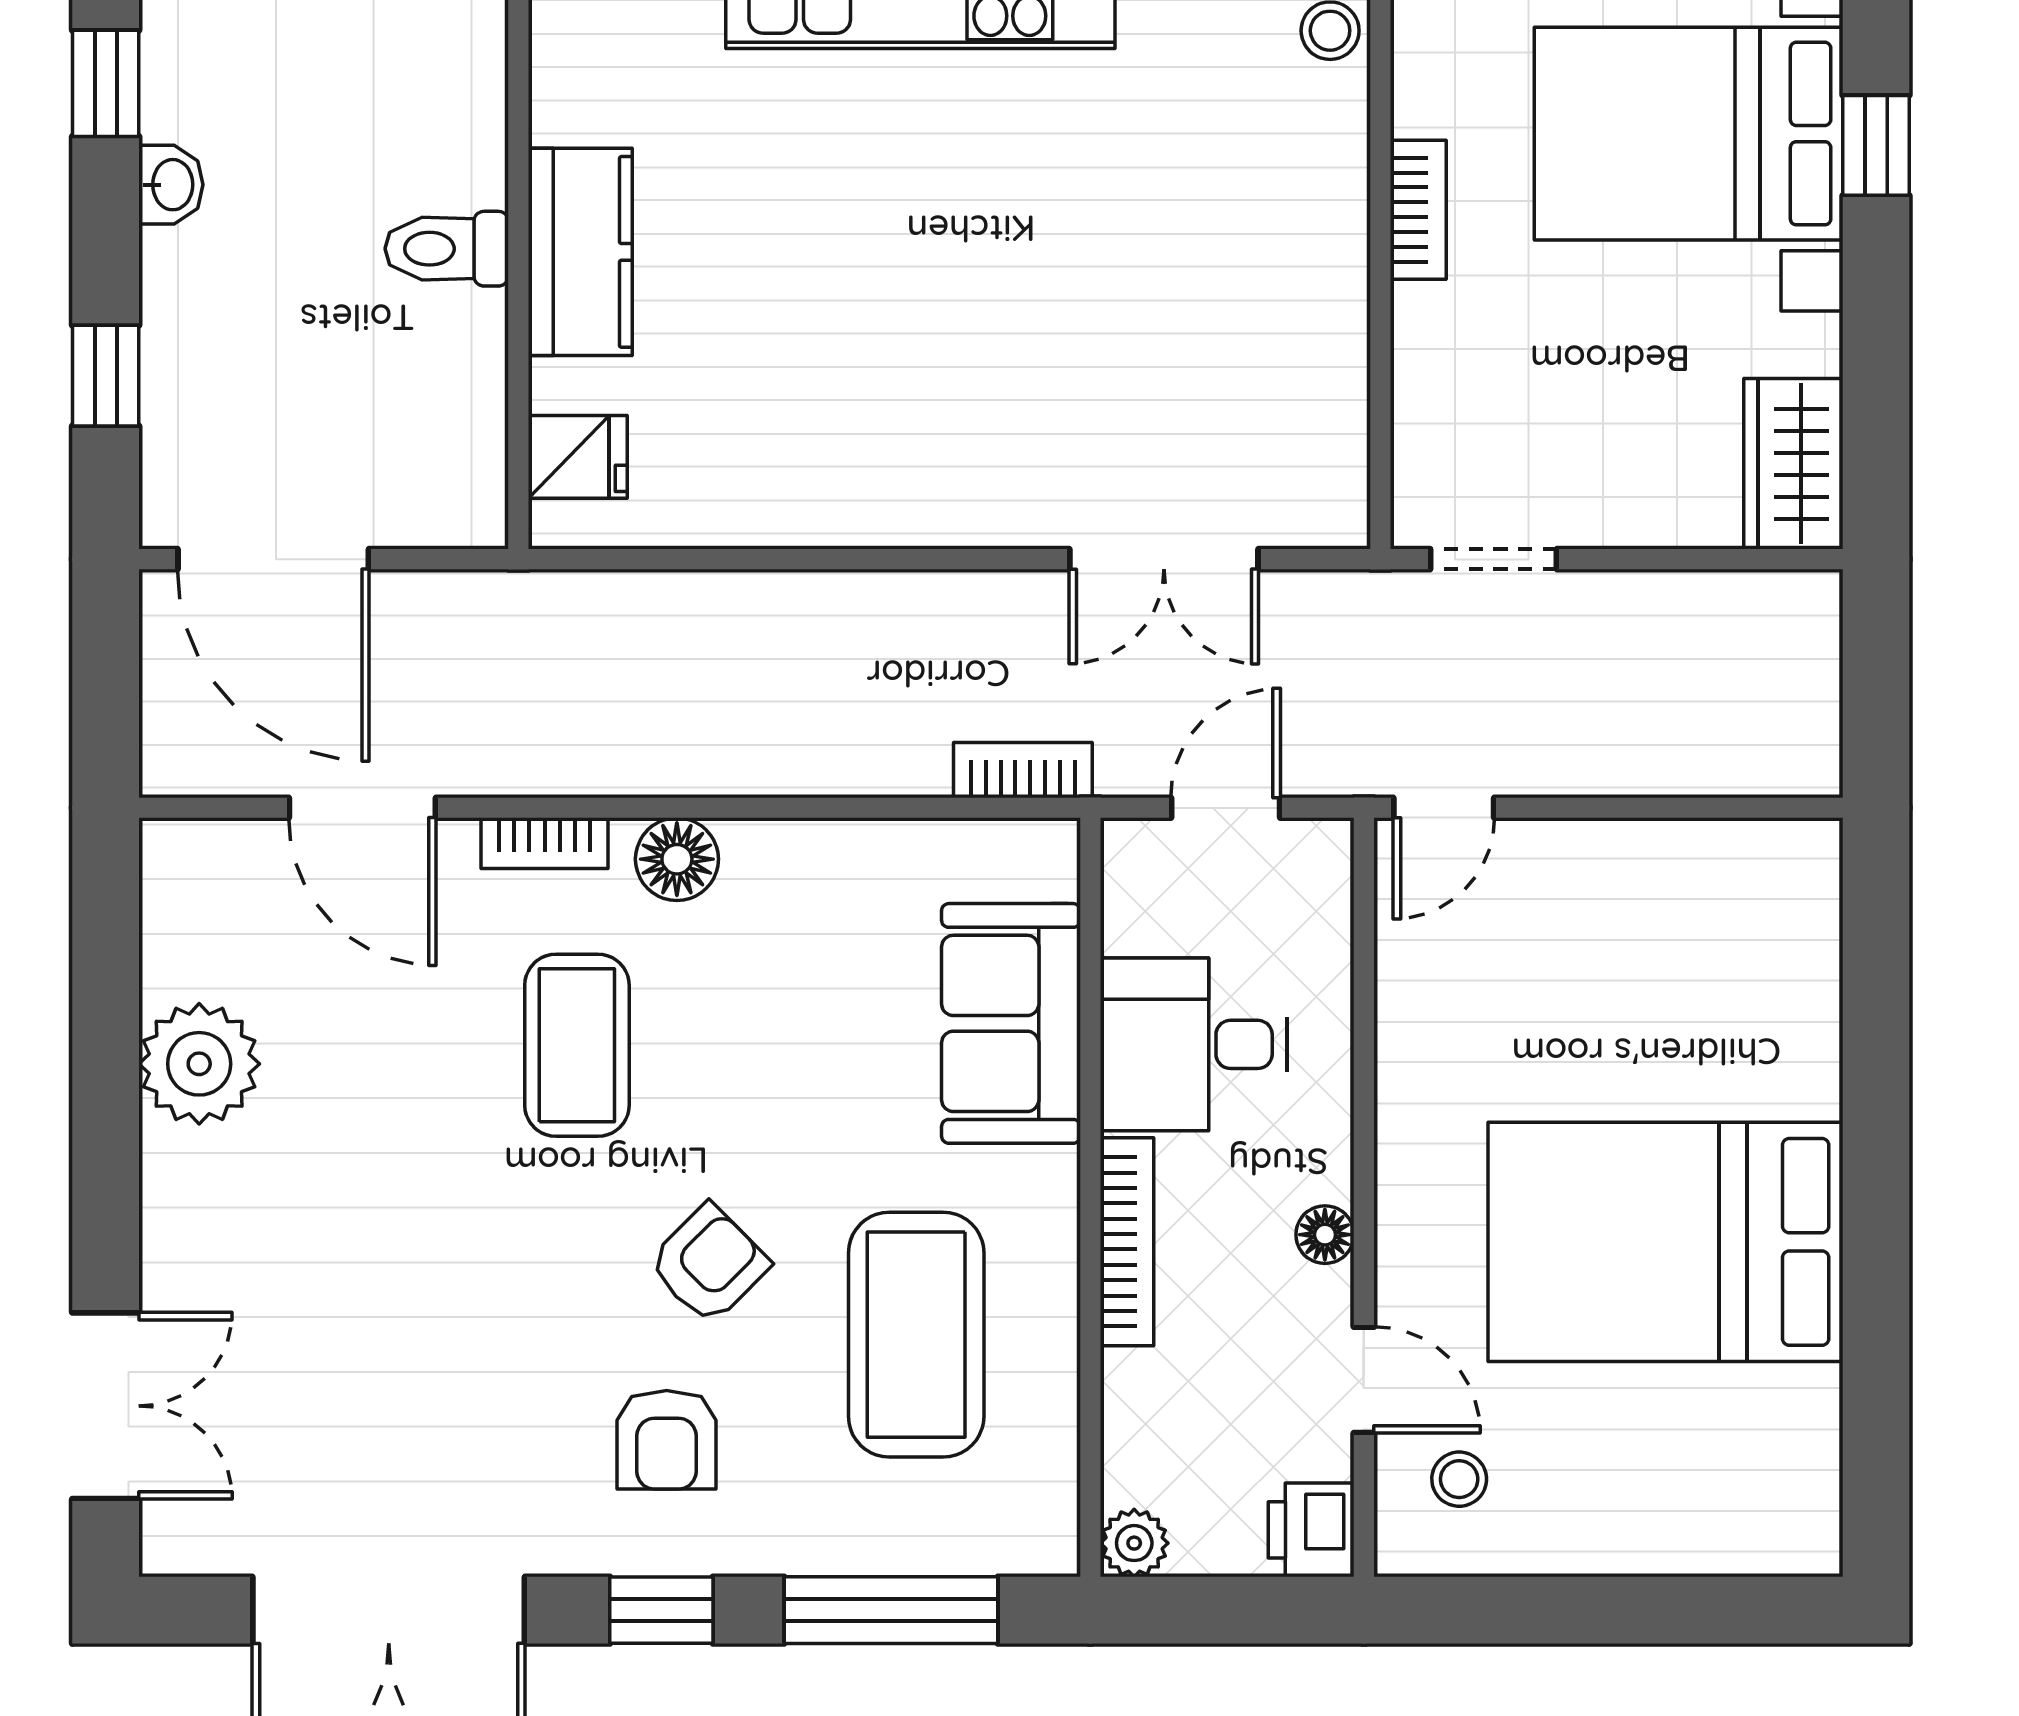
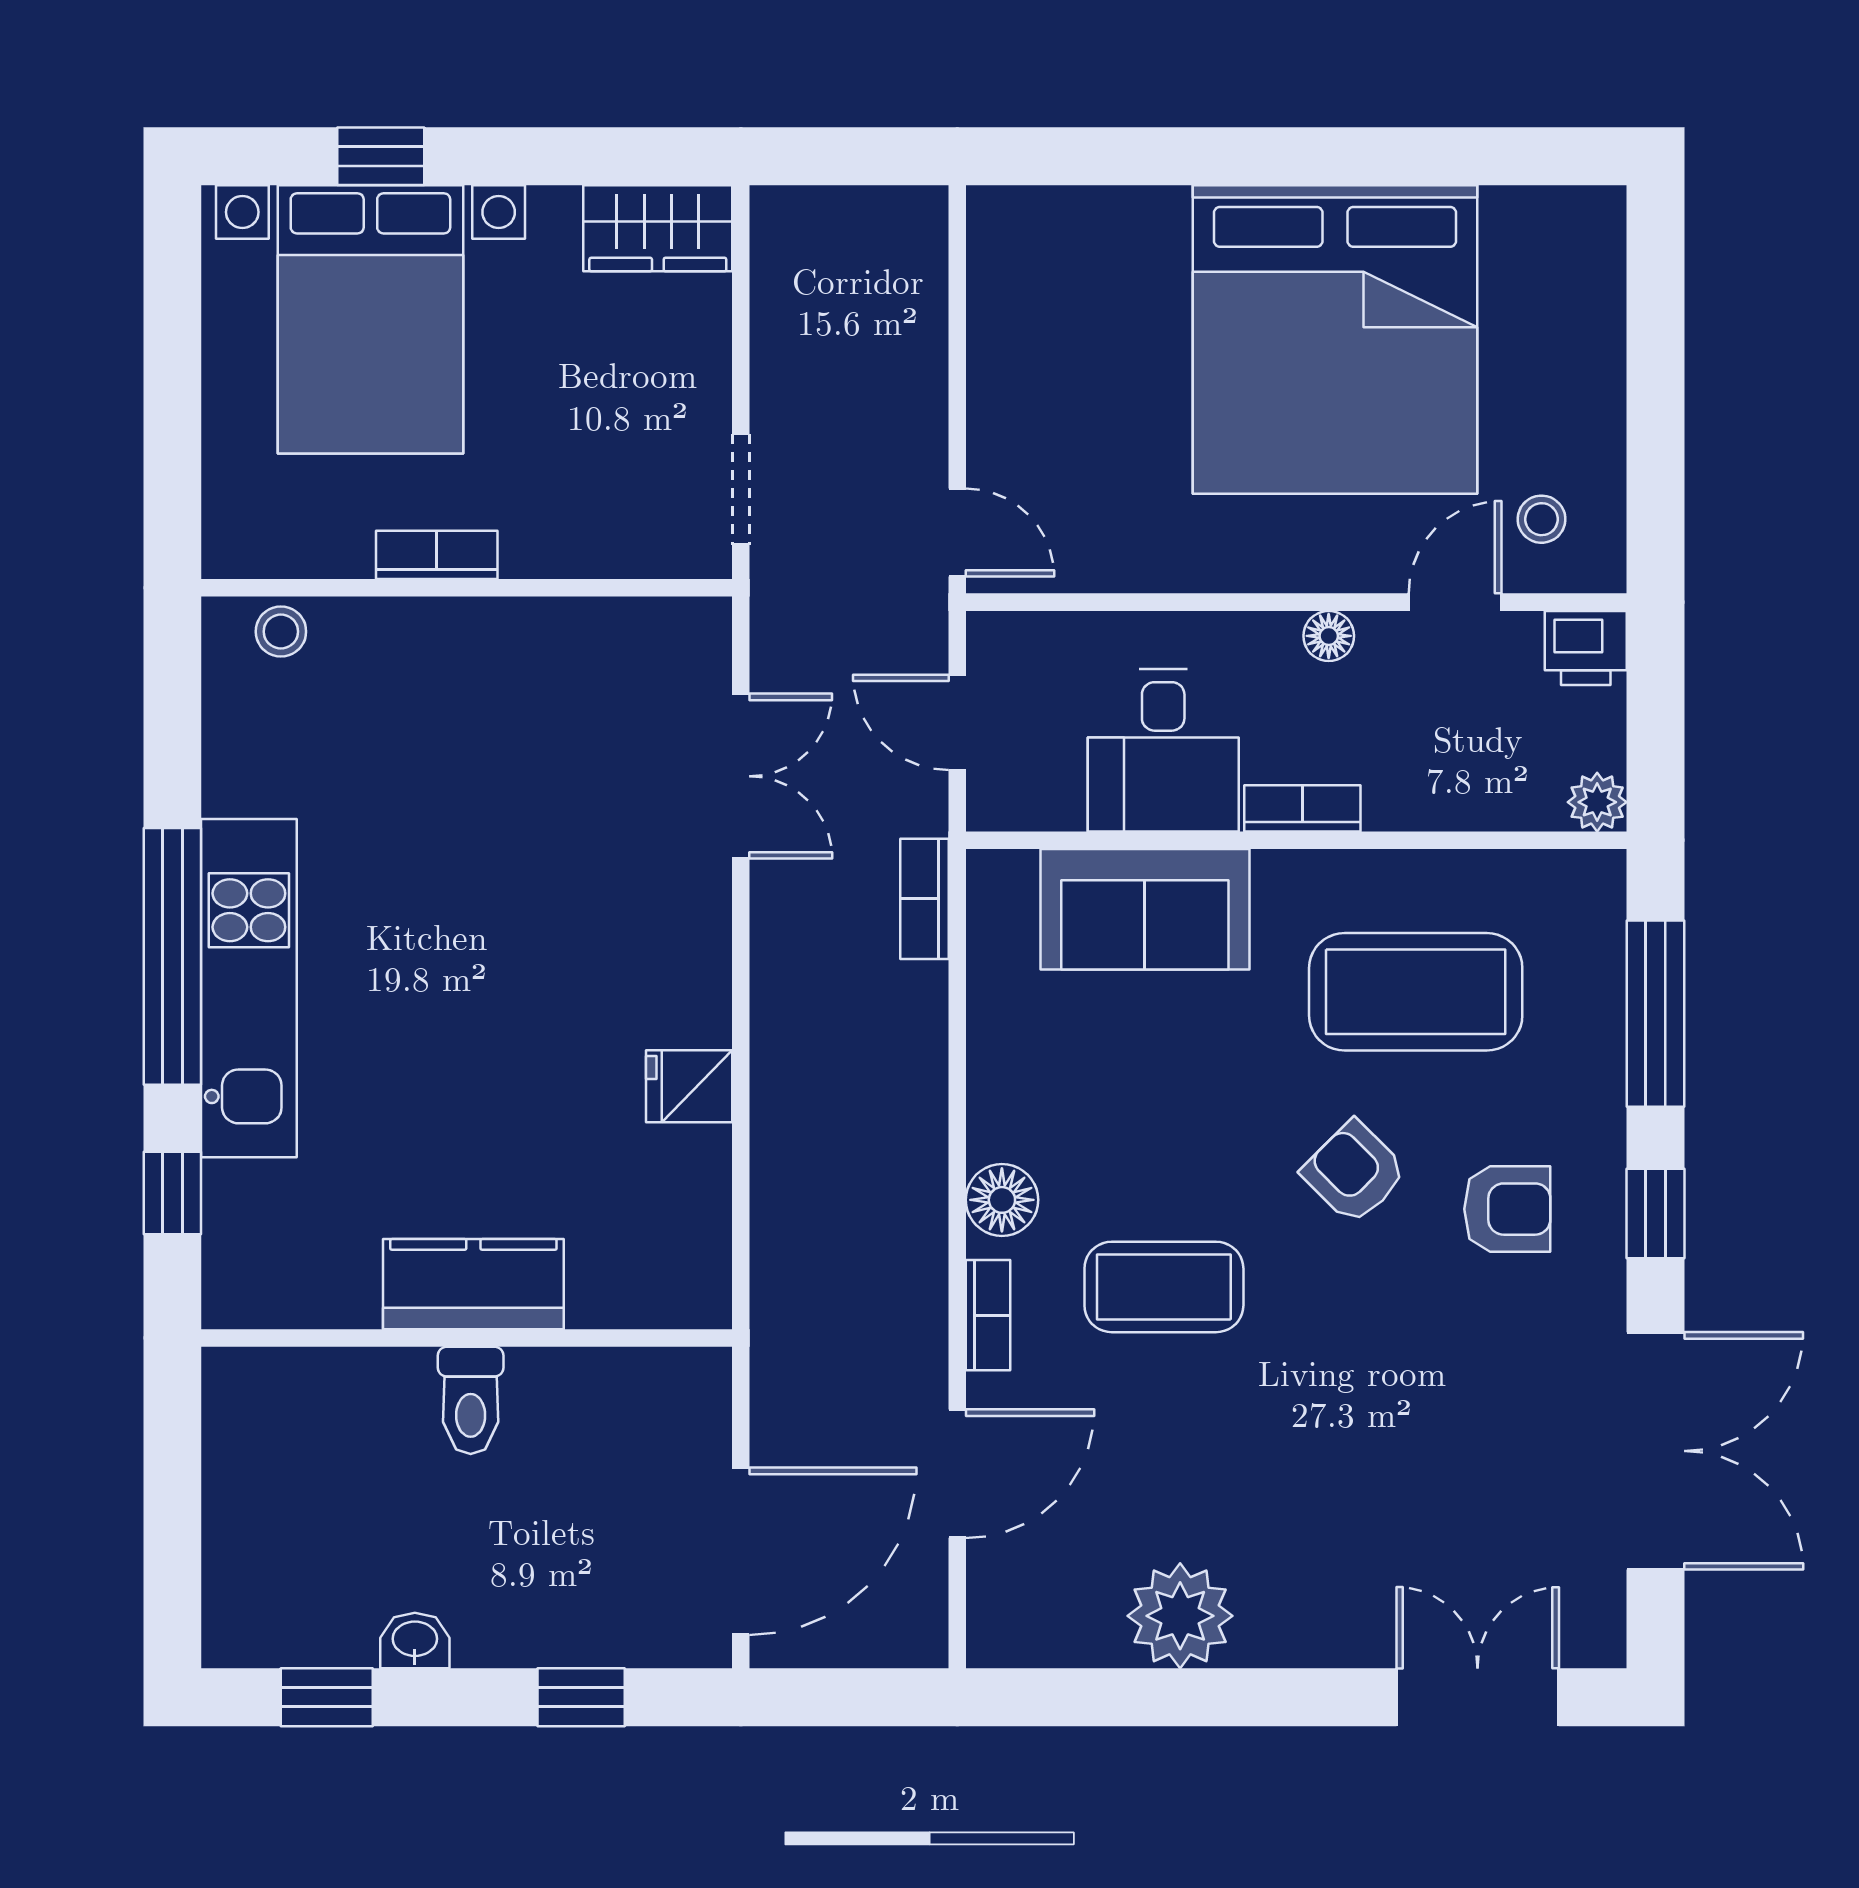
fridge: (578, 457) -> (689, 1086), moved, turned -90
bookcase: (1127, 1242) -> (1302, 808), width x0.64
bed: (1666, 1242) -> (1335, 340), width x1.36

